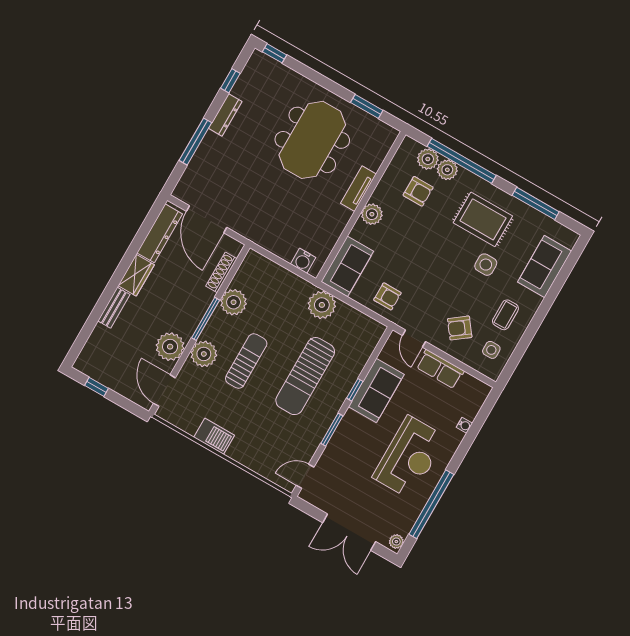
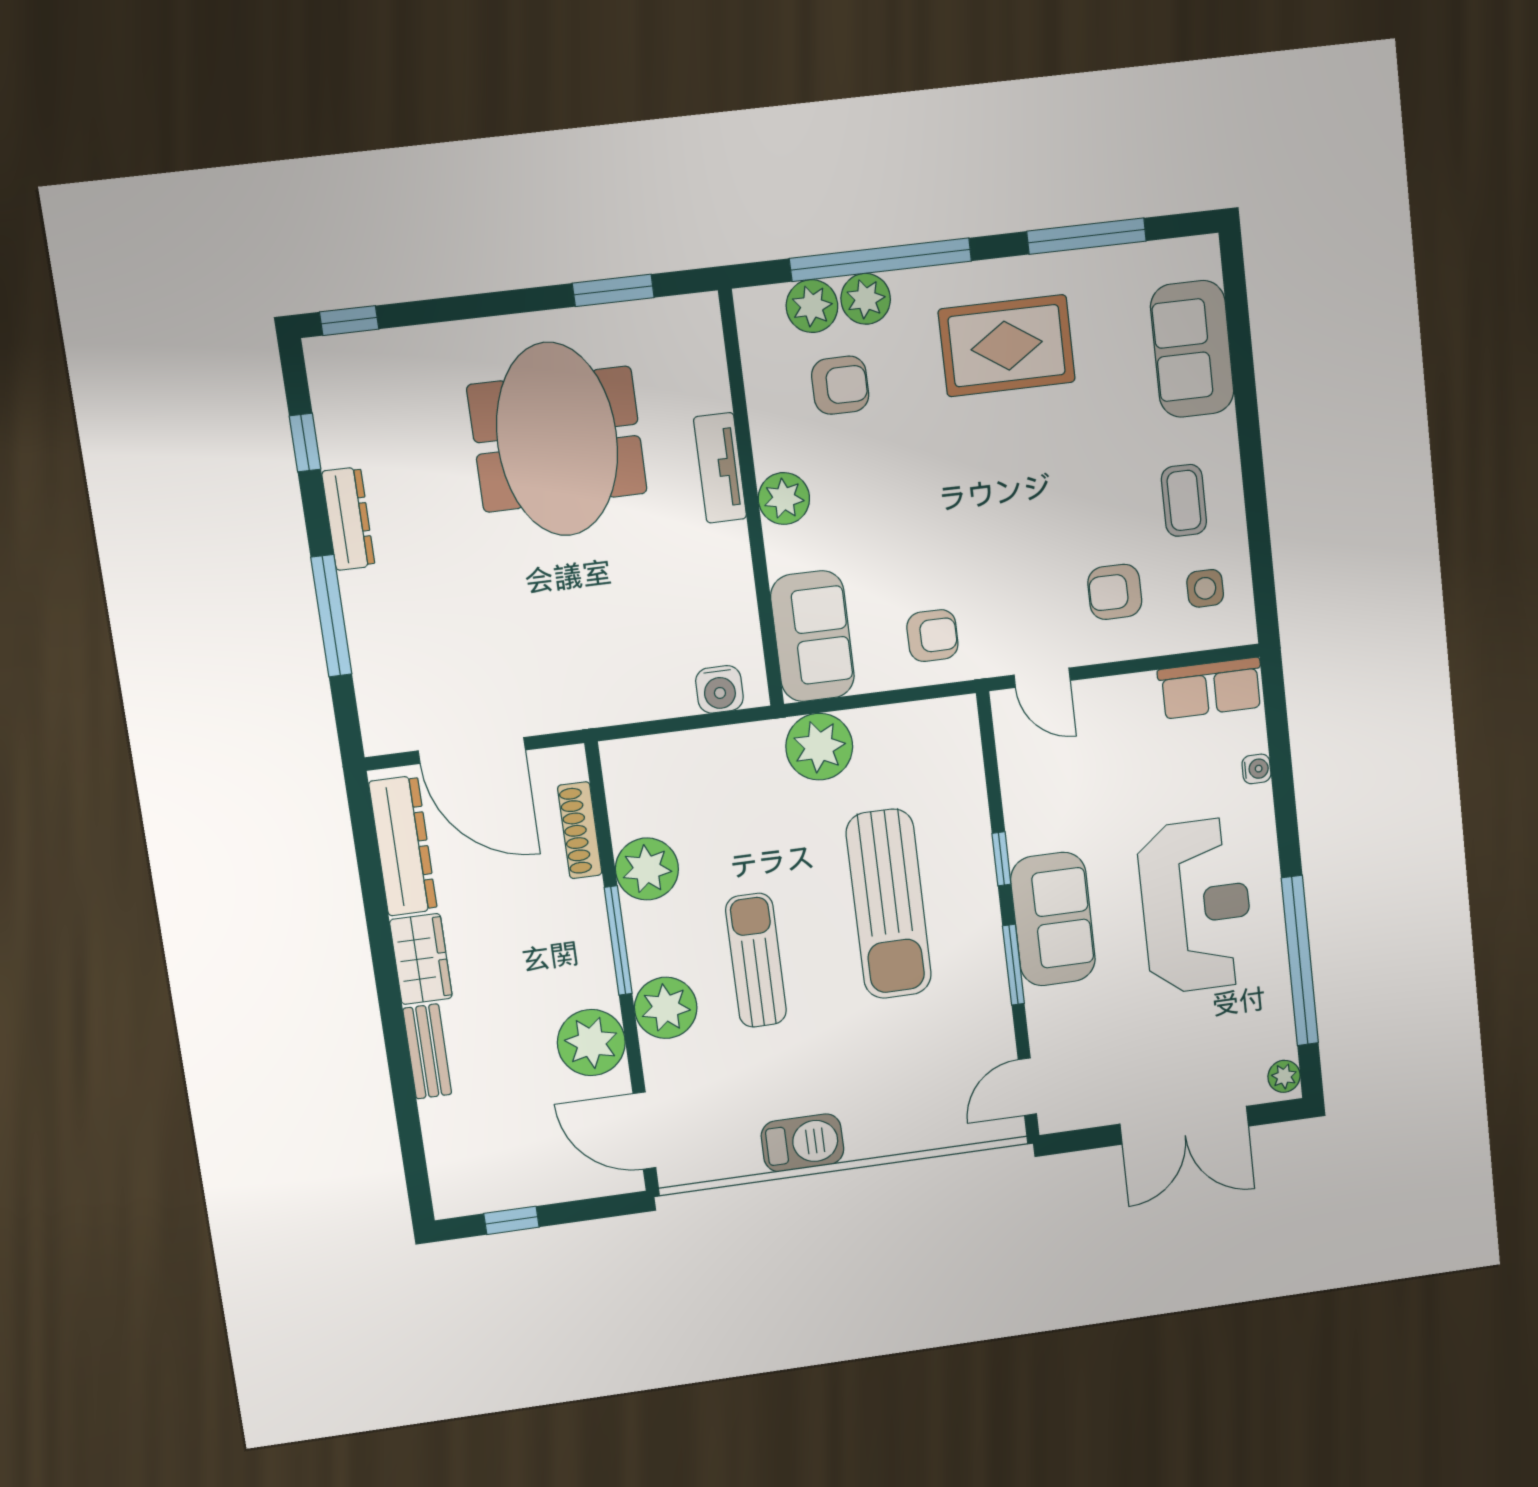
side table: (486, 265) -> (1076, 431), removed
armchair: (460, 328) -> (1115, 592), turned 37
row of seats: (440, 369) -> (1211, 688), moved
sofa: (376, 391) -> (1053, 919), moved

